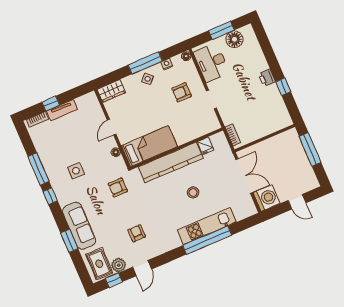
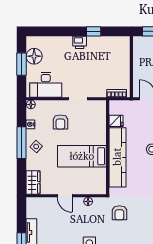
bed: (149, 146) -> (82, 156), moved, turned -90

